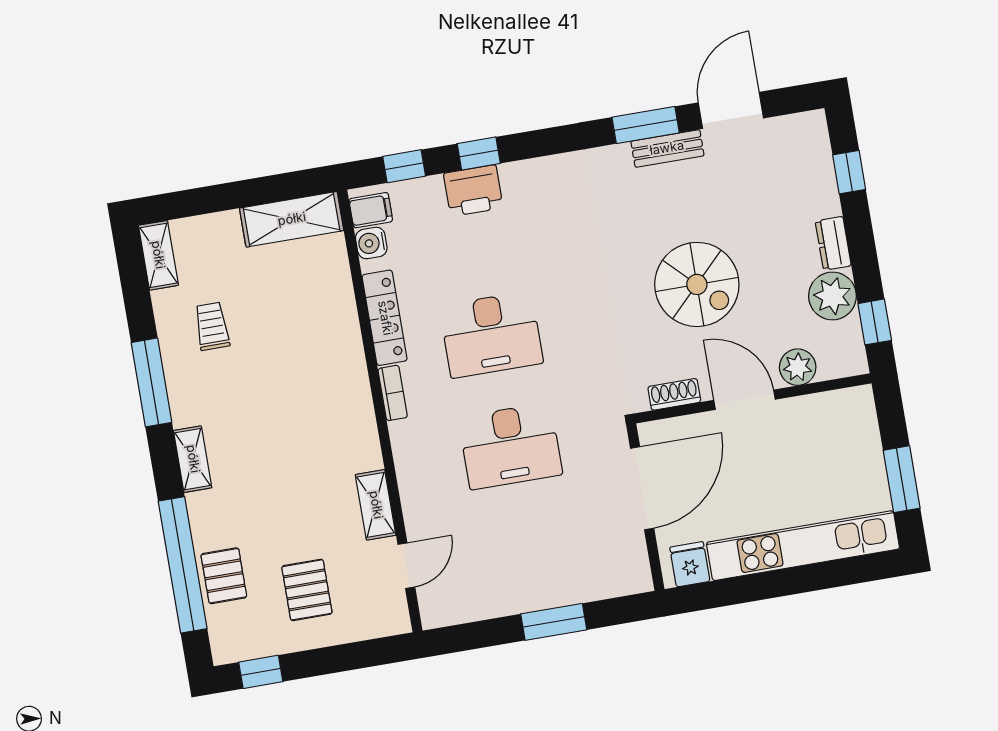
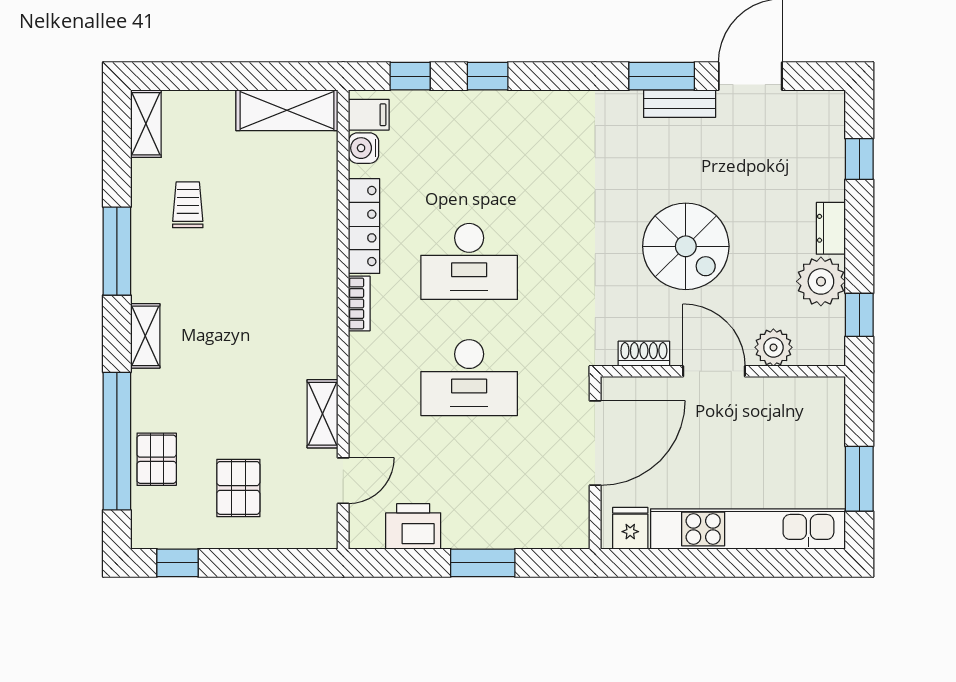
printer: (473, 191) -> (413, 526), moved, turned 180

